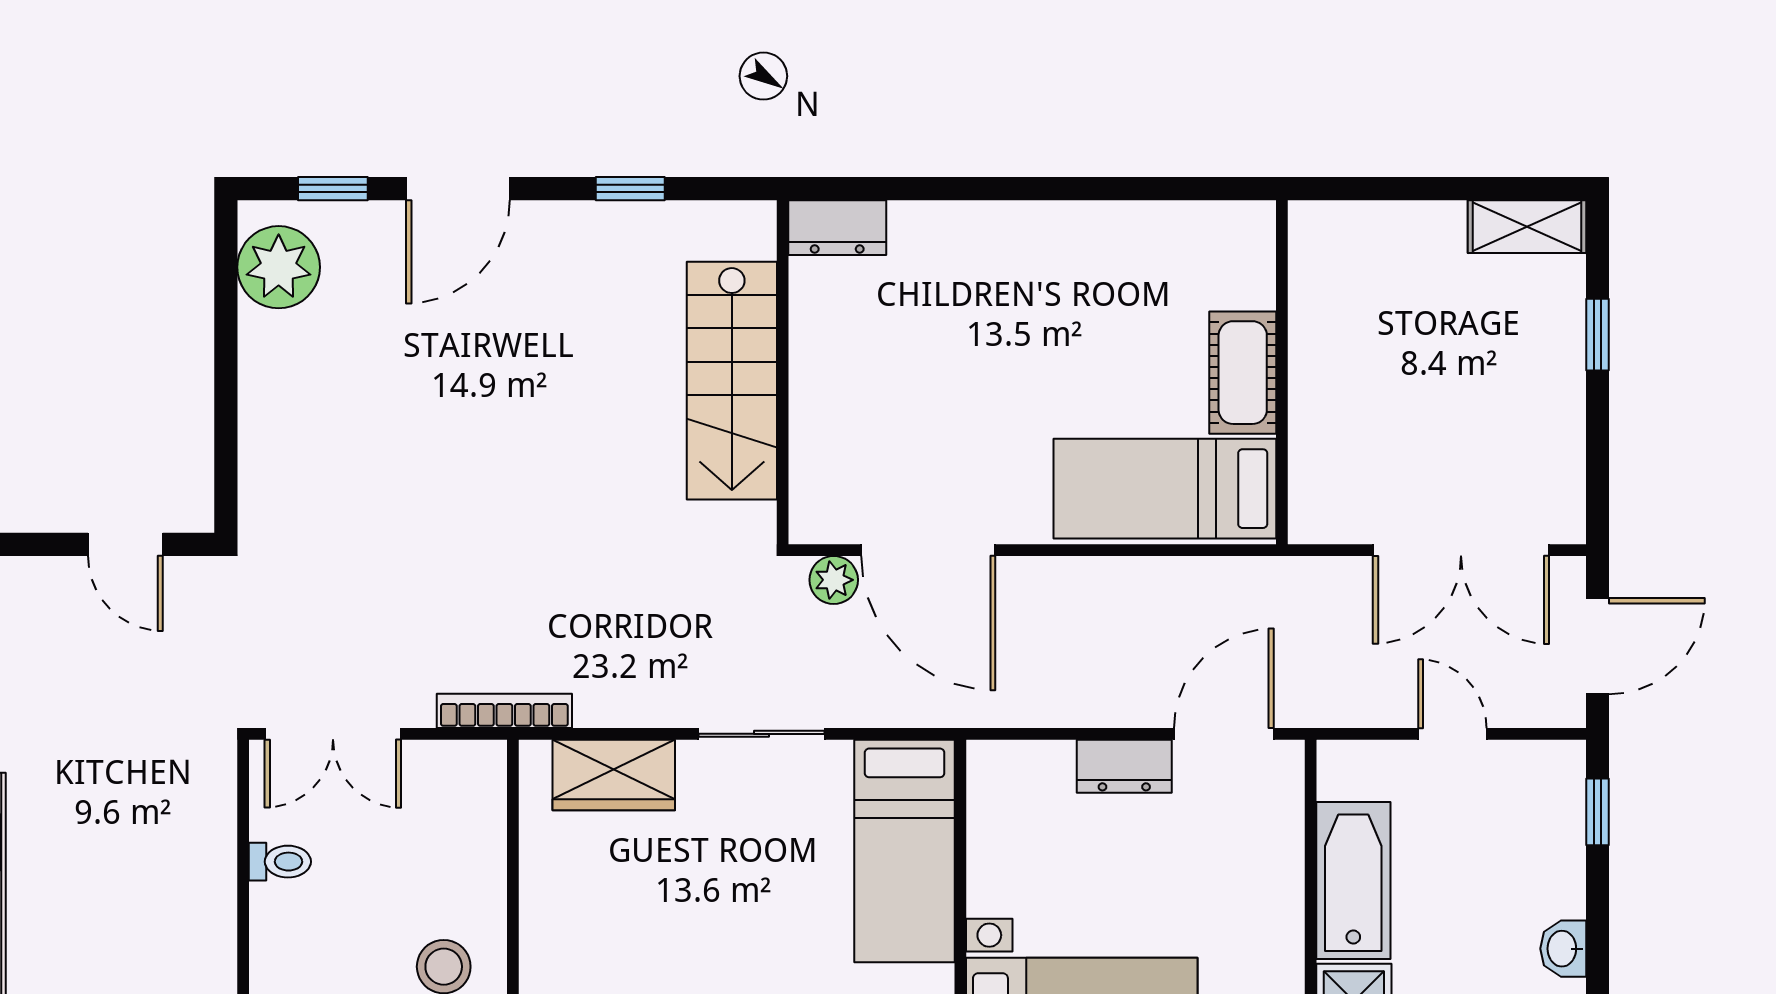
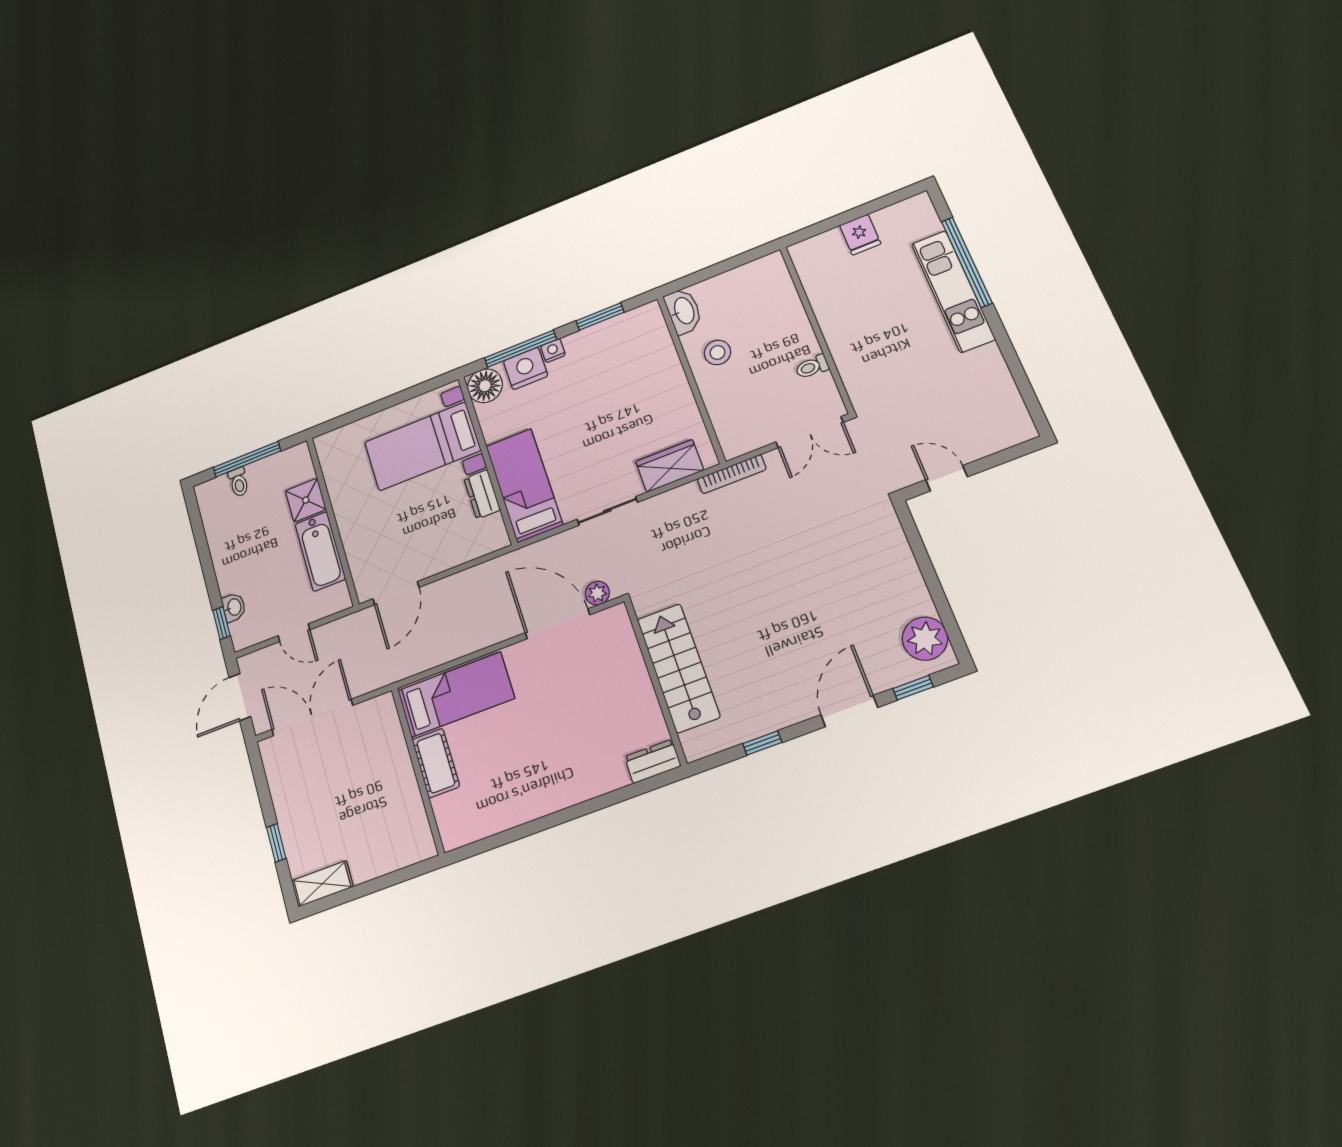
double door: (333, 734) -> (809, 432), swing flipped
dresser: (1124, 766) -> (482, 494), moved, turned -90
washbasin: (1563, 949) -> (234, 607), moved

